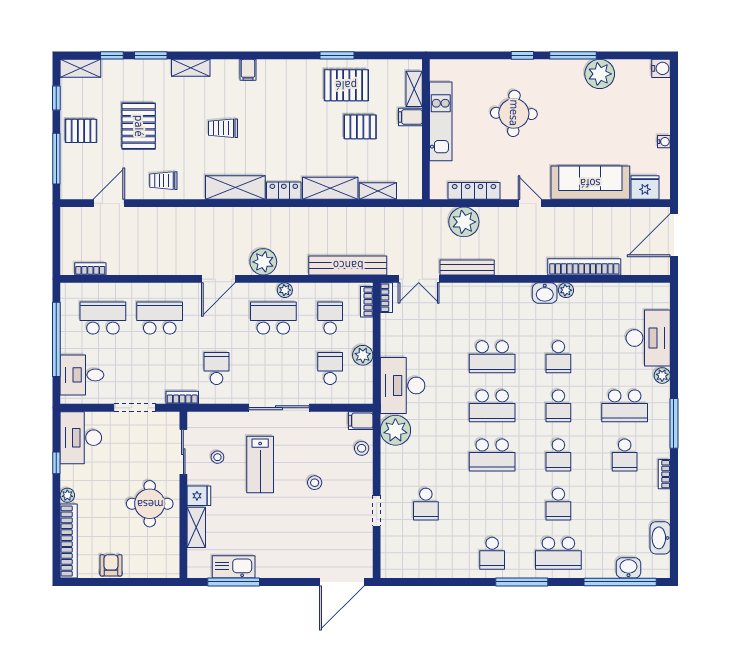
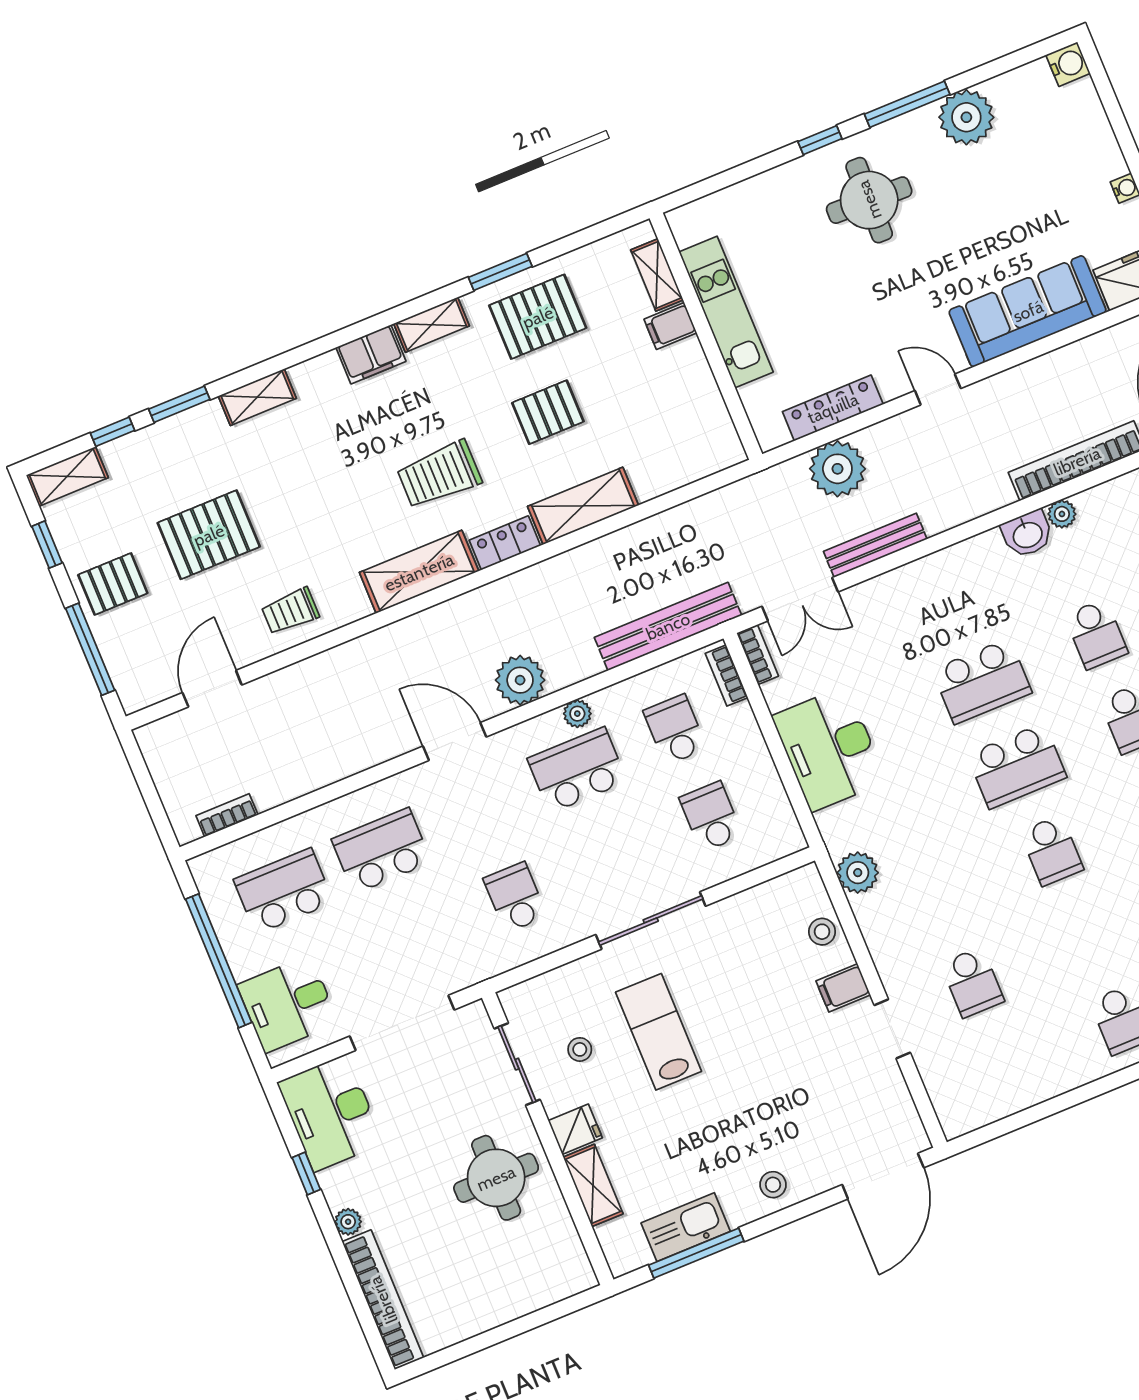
filing cabinet: (248, 70) -> (371, 354), width x2.00
round table: (514, 113) -> (869, 200), moved
pallet: (139, 126) -> (209, 535), turned 90
pallet: (360, 127) -> (548, 412), moved
trolley: (223, 128) -> (439, 475), moved, width x1.36, depth x1.39
shelving: (378, 191) -> (432, 325), moved
door: (218, 279) -> (455, 742), swing flipped
plant: (363, 355) -> (758, 771), removed
desk: (403, 385) -> (829, 749), moved
bookcase: (182, 398) -> (477, 972), removed
doorway: (135, 408) -> (402, 1023), width x1.36
filing cabinet: (361, 421) -> (843, 988), moved
plant: (395, 430) -> (858, 873), width x0.73, depth x0.73
school desk: (492, 455) -> (1052, 851), width x0.54
lab bench: (260, 465) -> (659, 1032), turned 180
stool: (315, 483) -> (773, 1185), moved
armchair: (111, 565) -> (473, 1312), removed

